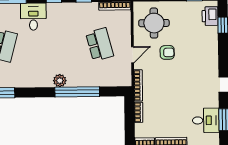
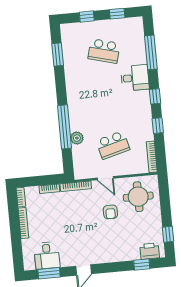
plant: (60, 81) -> (77, 138), moved

